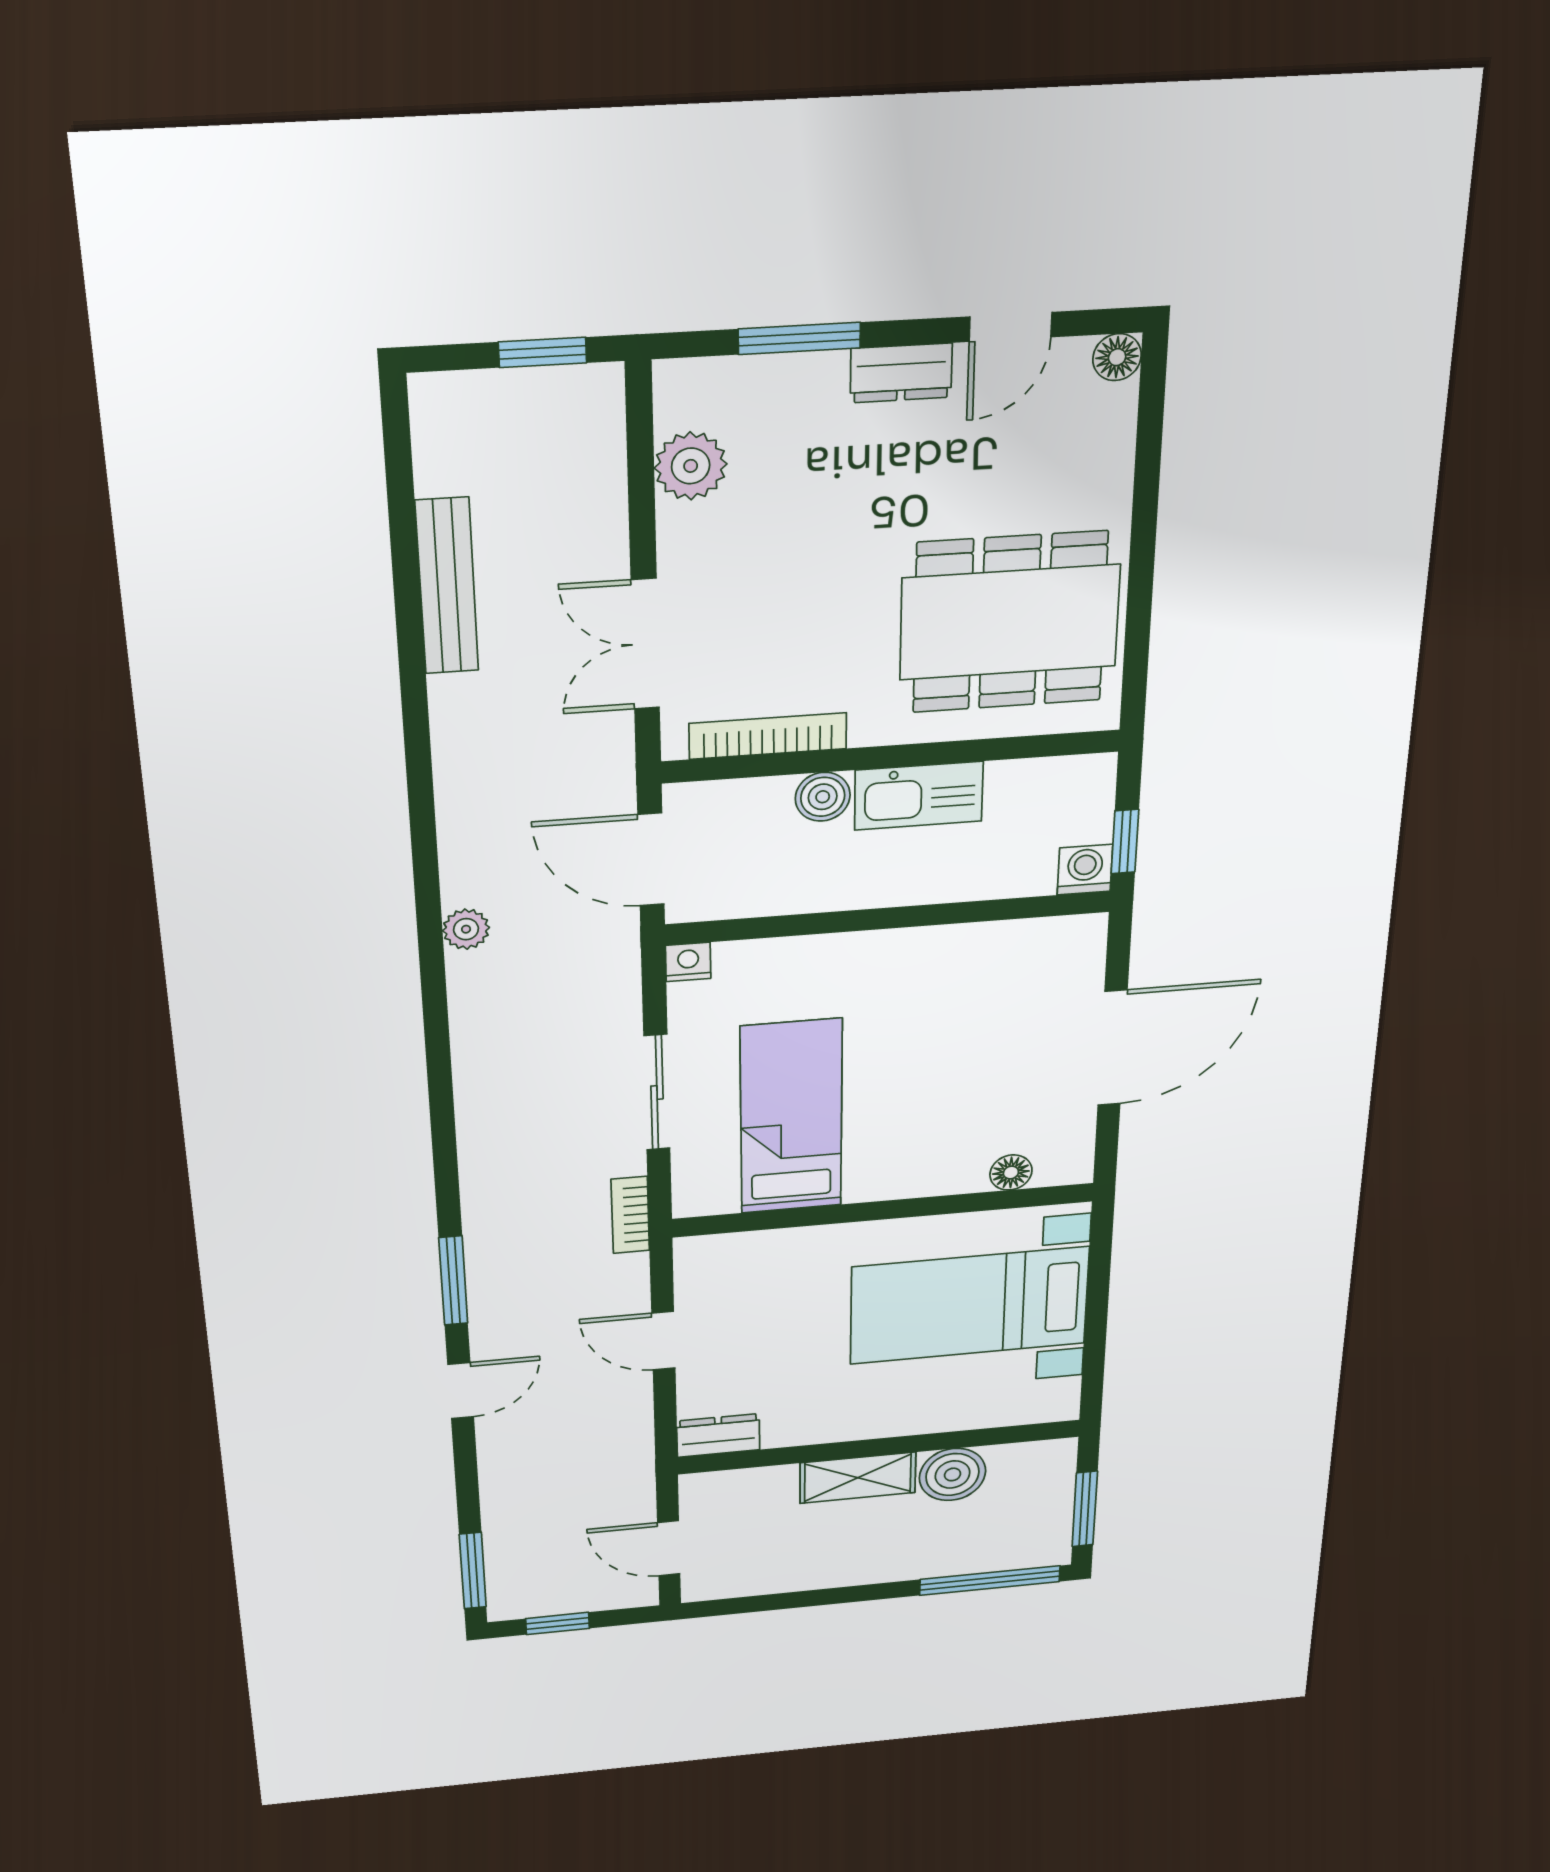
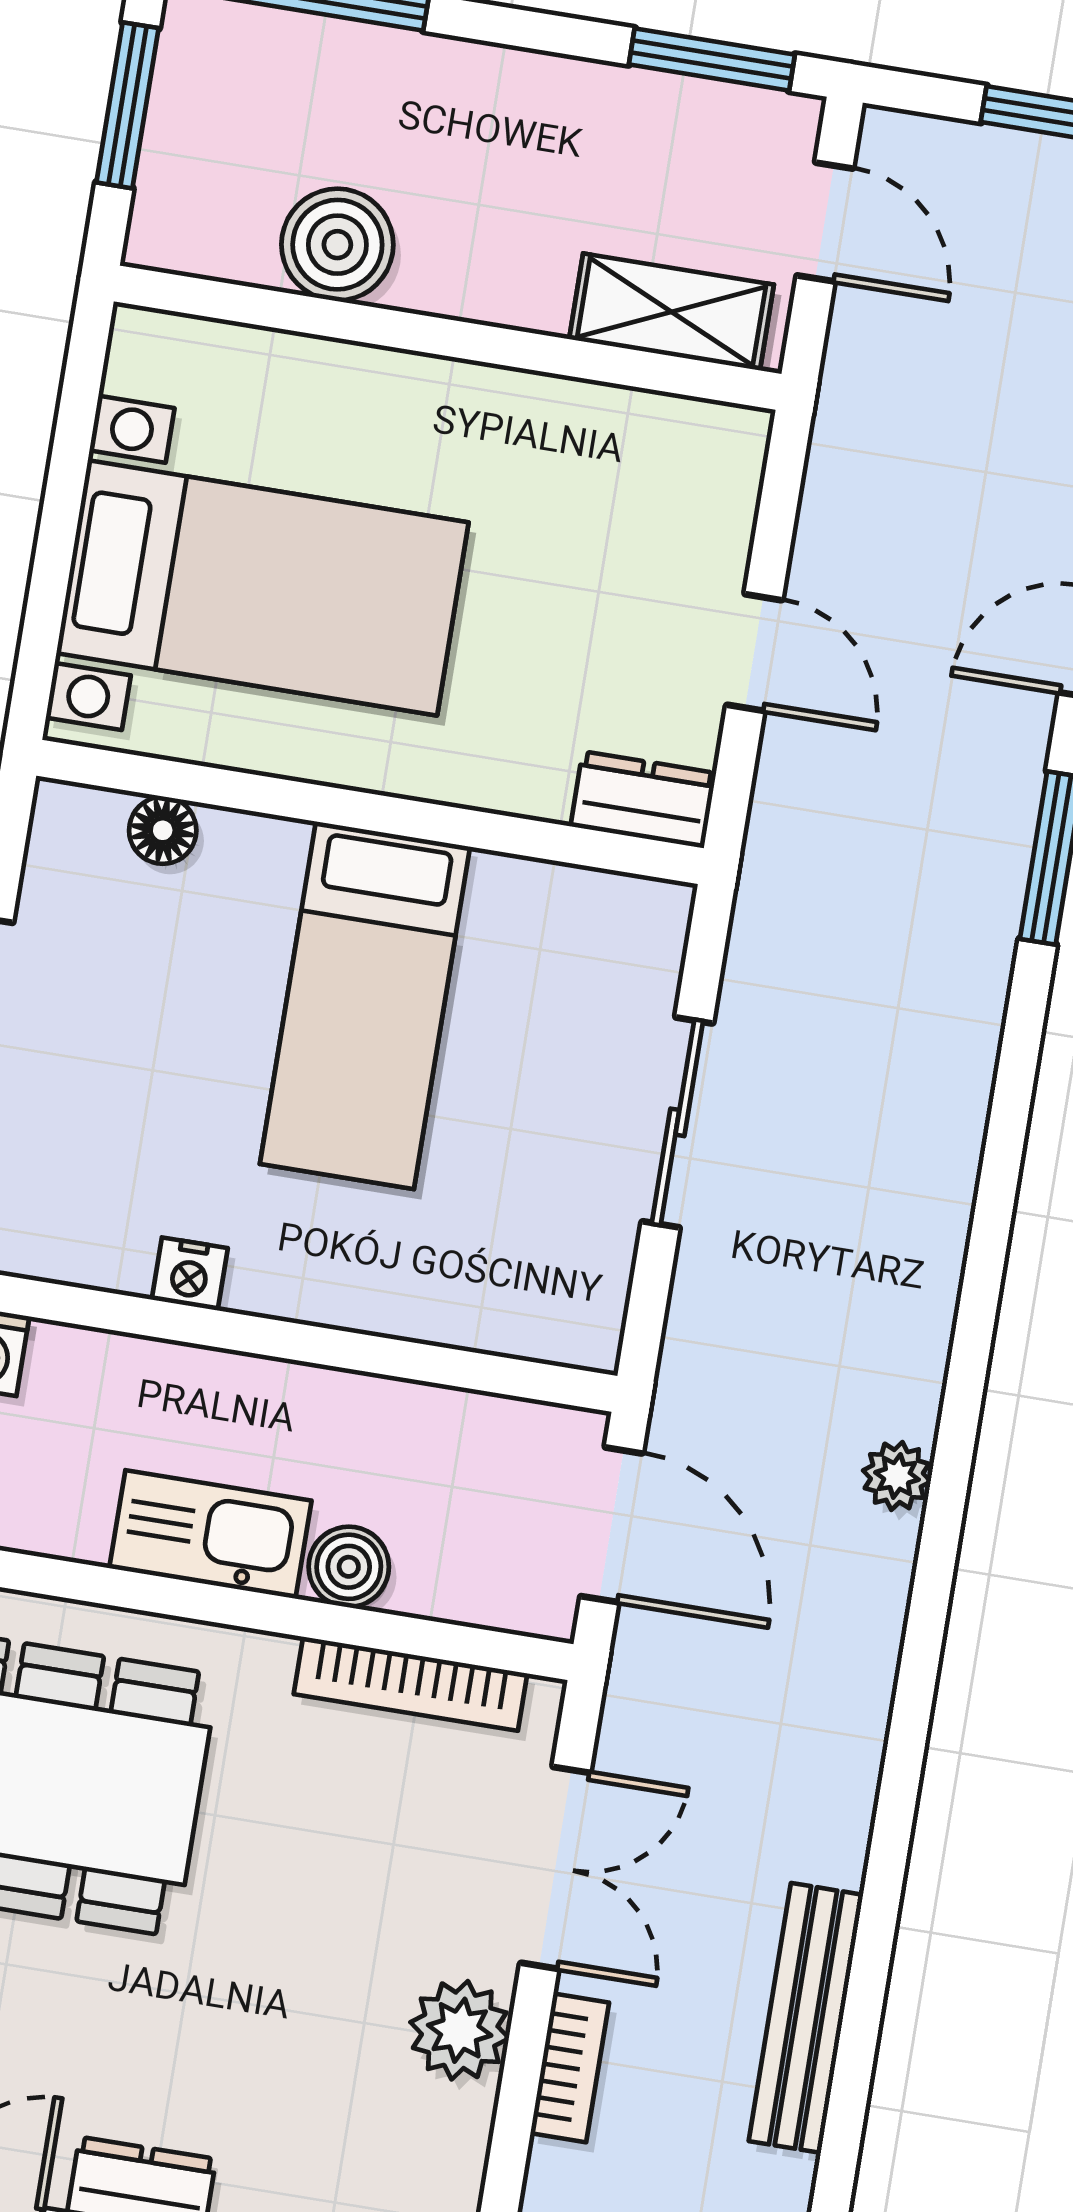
plant: (691, 466) -> (460, 2030), moved
nightstand: (688, 962) -> (190, 1274), moved
bed: (791, 1117) -> (365, 1005), moved
bookcase: (630, 1215) -> (570, 2068), moved
dresser: (718, 1435) -> (643, 800), moved, turned 180
shelving: (858, 1478) -> (671, 312), moved
window: (751, 1604) -> (712, 59), added

